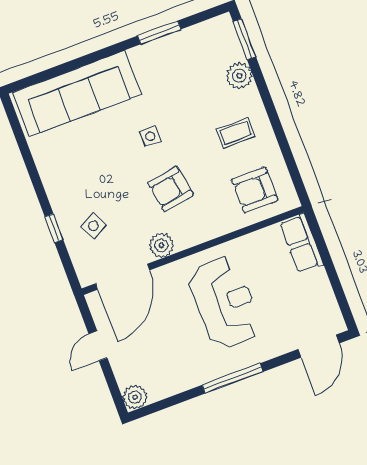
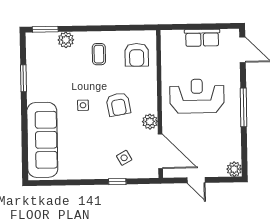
row of seats: (302, 243) -> (202, 38), moved

